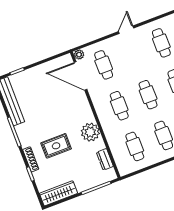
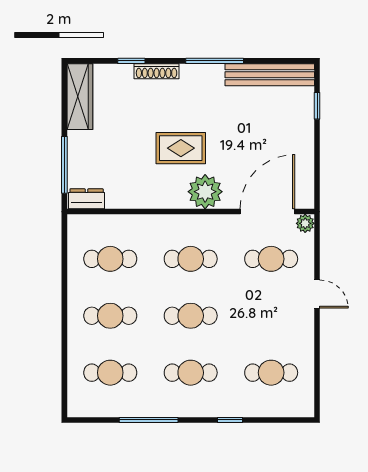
door: (126, 30) -> (317, 294), moved
plant: (90, 132) -> (205, 192), moved
rug: (56, 146) -> (181, 148), moved, turned 90
dresser: (105, 159) -> (87, 199), moved

